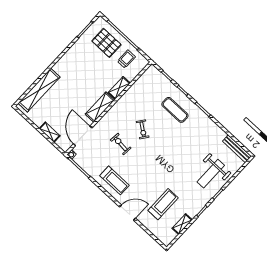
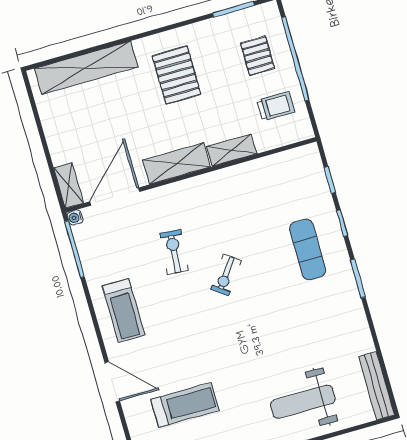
pallet: (106, 43) -> (257, 56), width x0.67, depth x0.71
pallet: (78, 71) -> (176, 75), added
exercise bike: (143, 129) -> (226, 275), moved
shelving: (50, 132) -> (69, 185), moved

